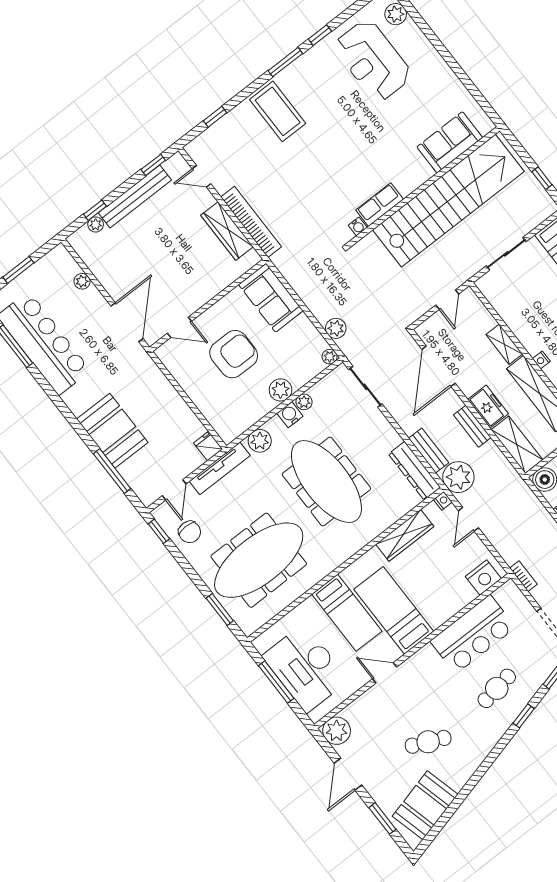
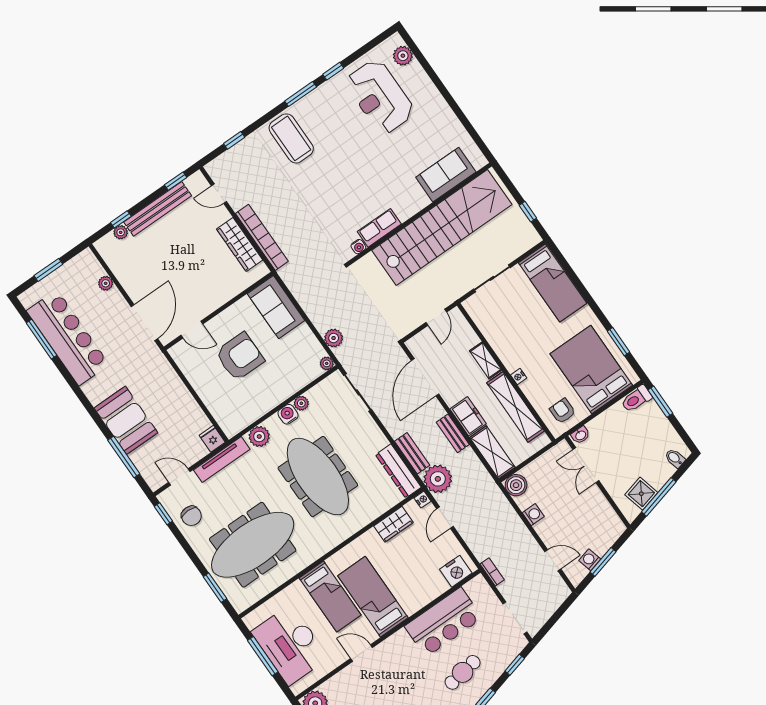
plant: (281, 390) -> (281, 391), removed
door: (174, 490) -> (179, 477), swing flipped
wardrobe: (405, 535) -> (393, 524), width x0.67

